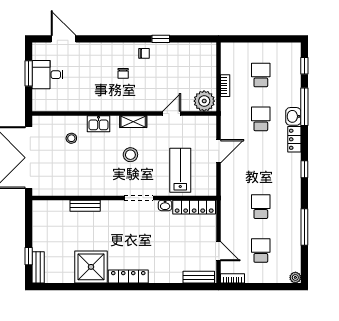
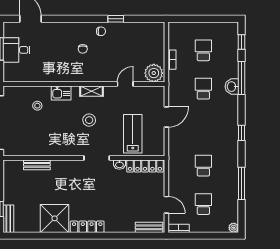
locker: (294, 139) -> (233, 107), removed
bench: (85, 206) -> (37, 165), moved

